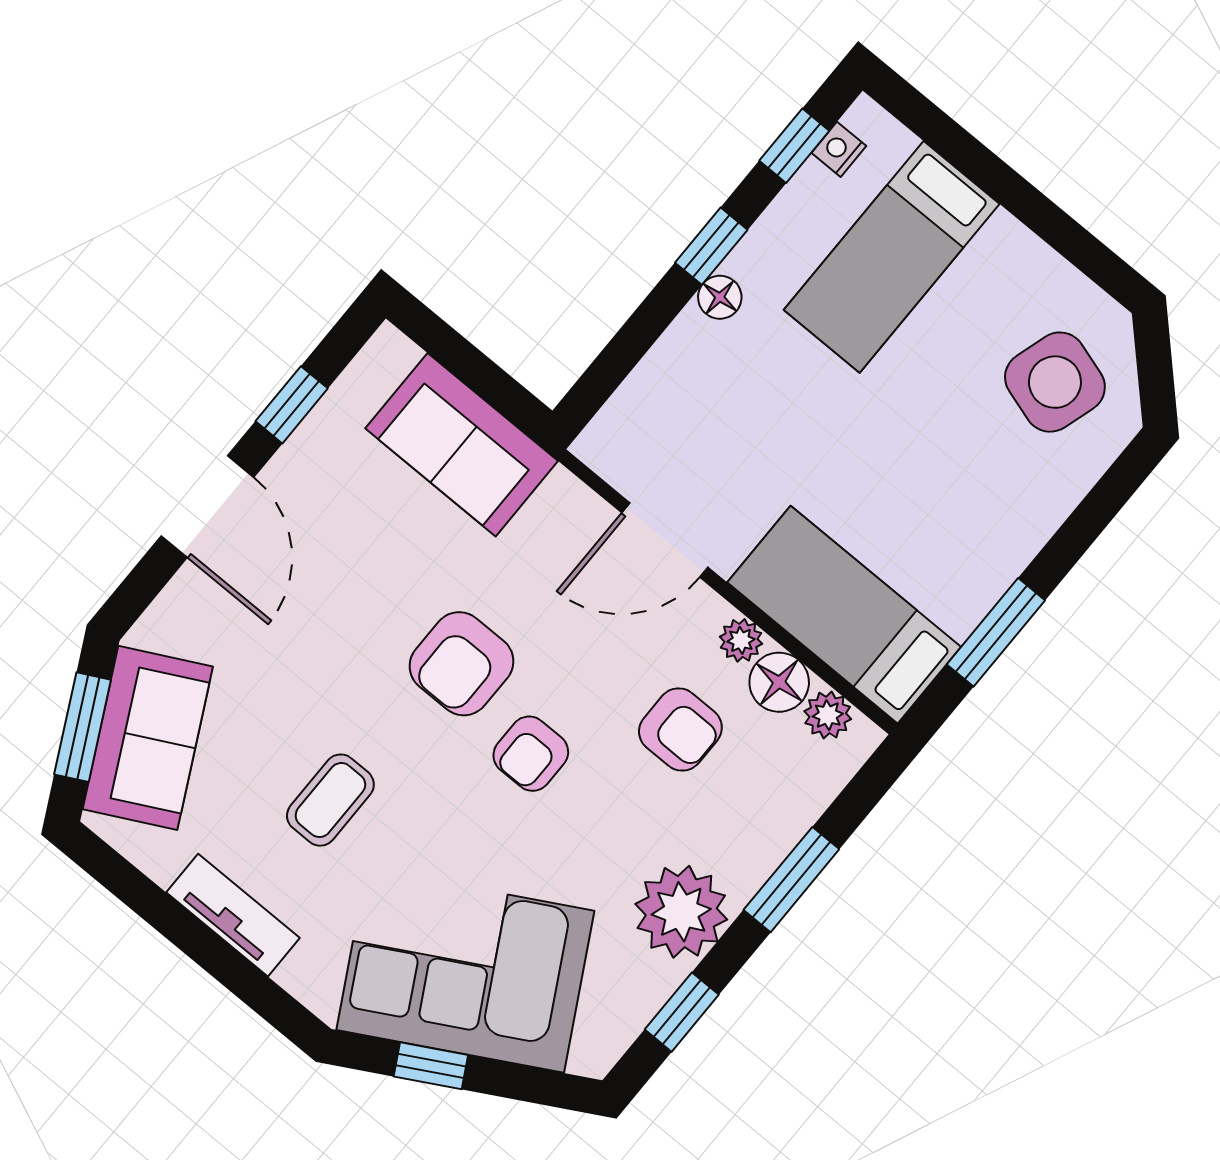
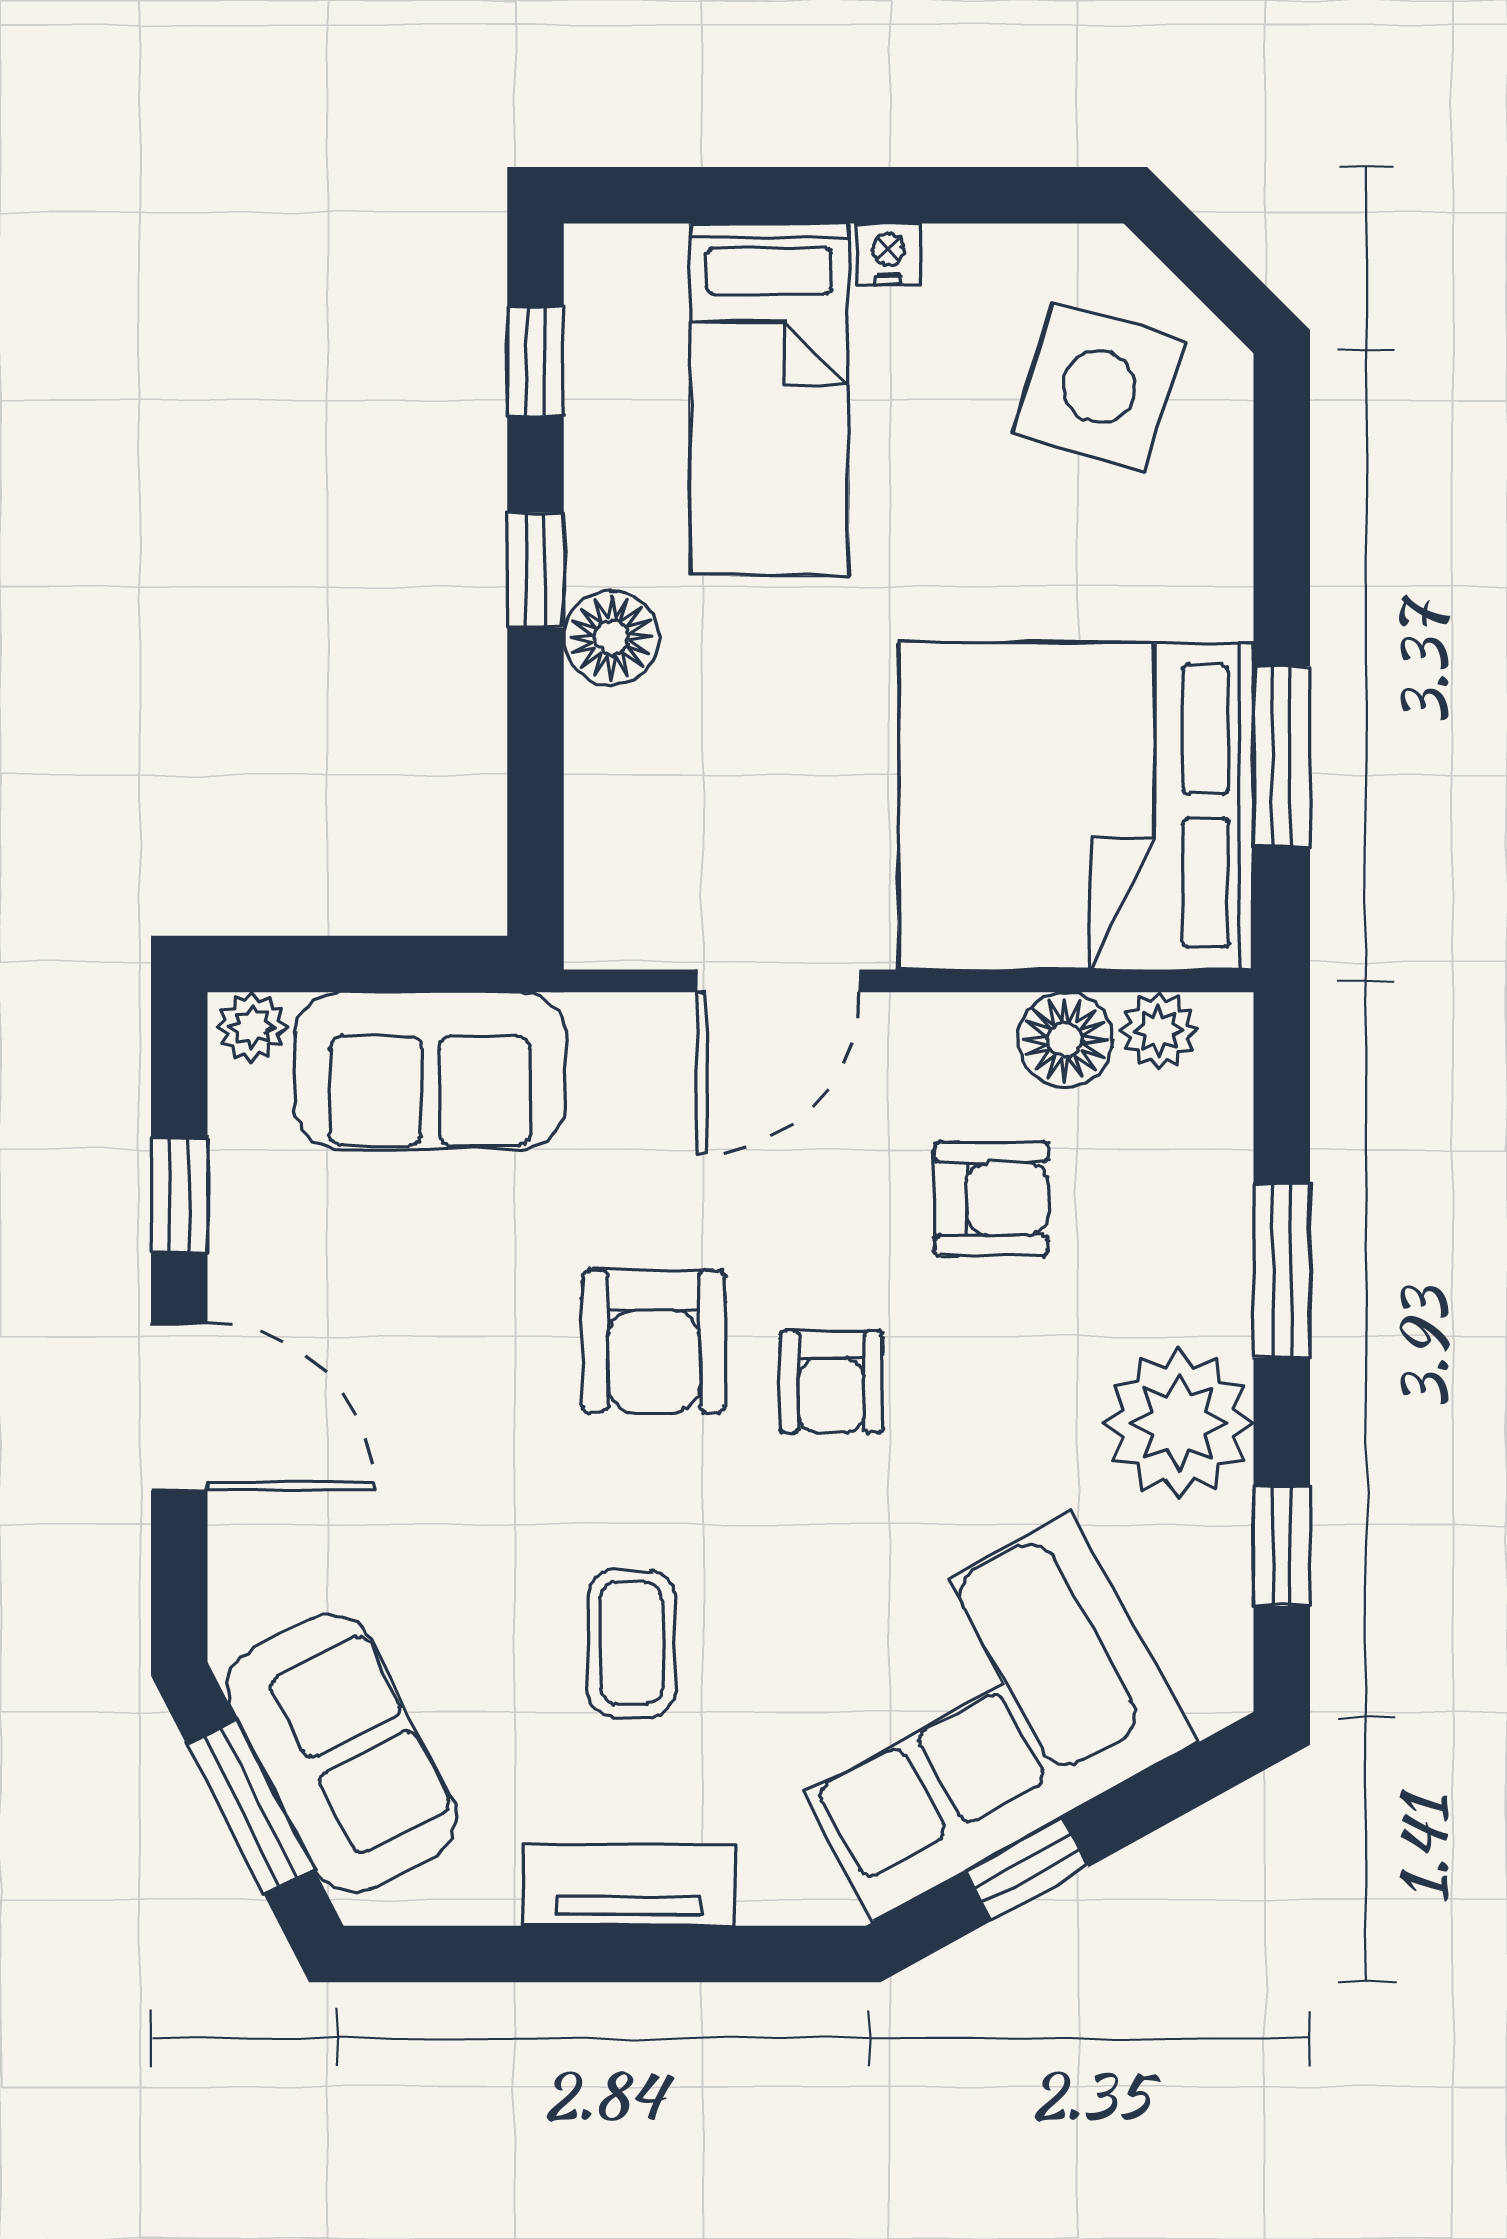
nightstand: (839, 149) -> (888, 254), moved, turned 90
floor lamp: (720, 297) -> (611, 638), width x1.37, depth x1.37
bed: (844, 615) -> (1076, 806), width x2.04
plant: (741, 640) -> (252, 1027), moved

